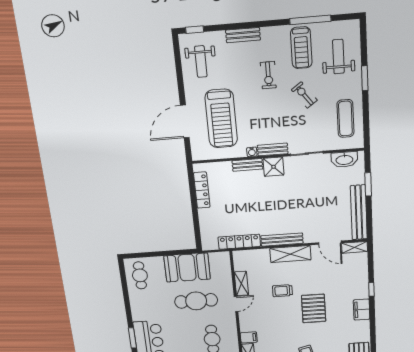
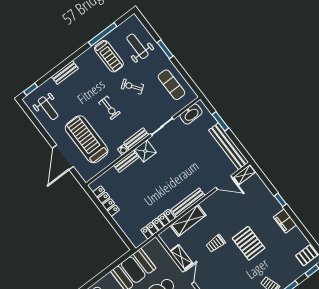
exercise bike: (268, 75) -> (109, 108), moved
treadmill: (221, 119) -> (87, 139), turned 180
shelving: (290, 254) -> (188, 220), moved

